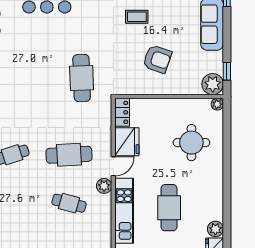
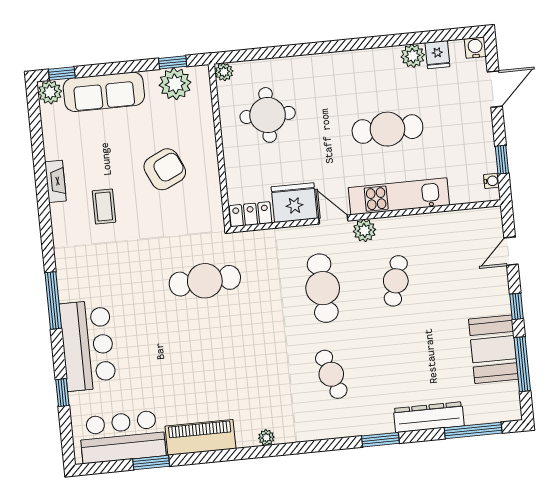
armchair: (157, 59) -> (165, 169), turned 46
plant: (213, 84) -> (175, 84), moved
round table: (191, 143) -> (268, 115), moved

